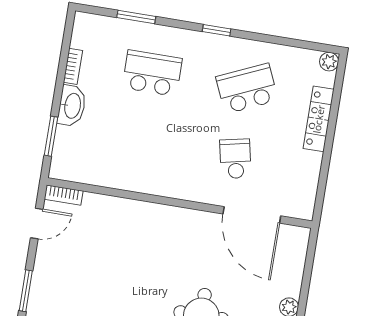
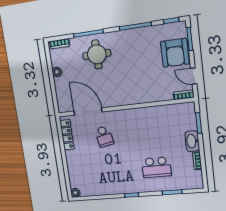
school desk: (247, 89) -> (109, 171), removed
locker: (319, 119) -> (67, 135), moved
door: (37, 223) -> (194, 76), hinge flipped
armchair: (58, 275) -> (175, 53), added

